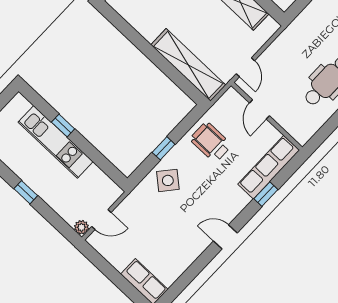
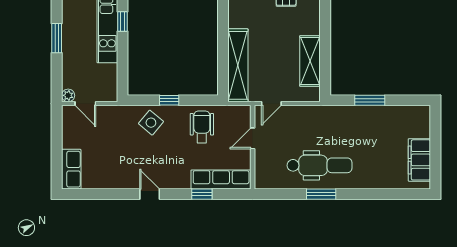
window: (26, 192) -> (57, 38), width x1.50

